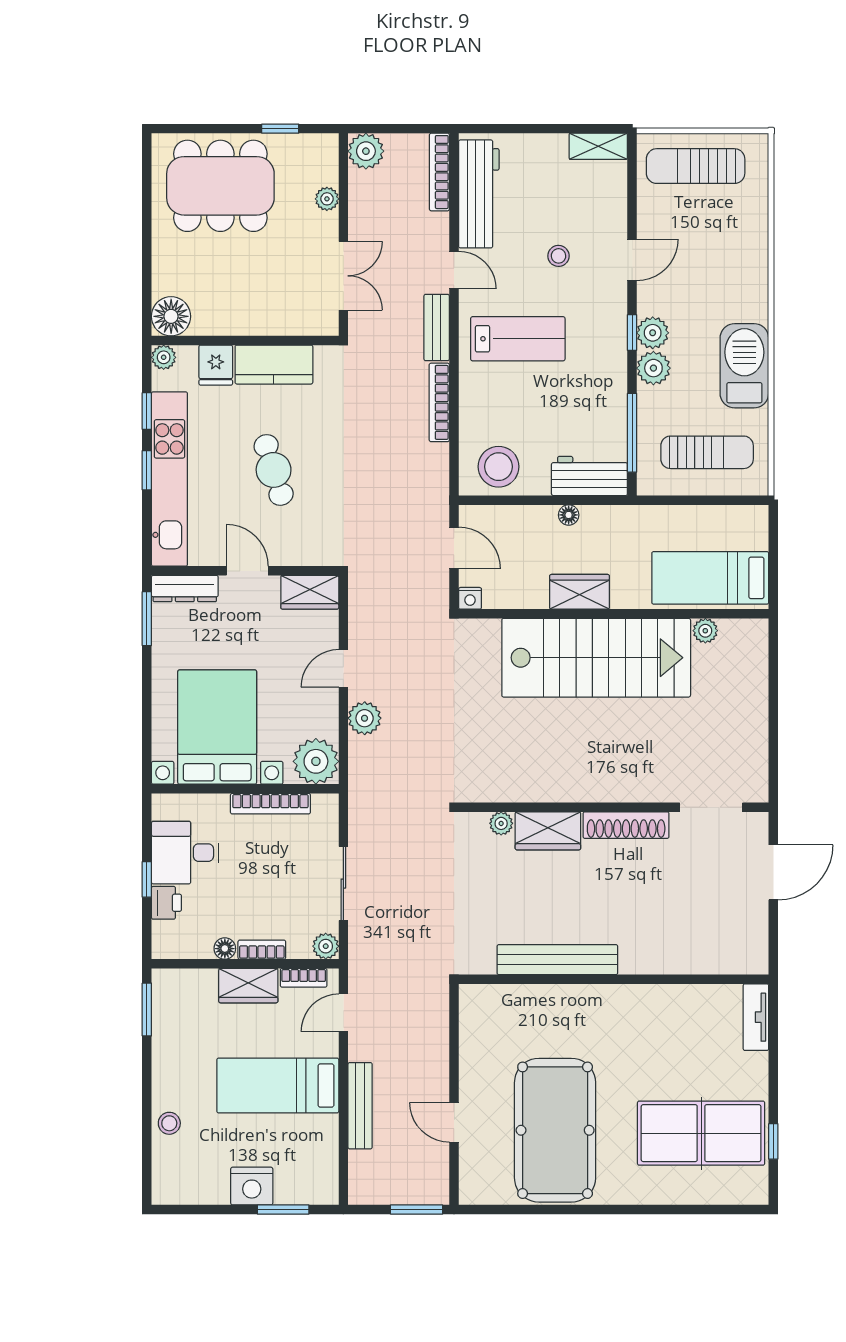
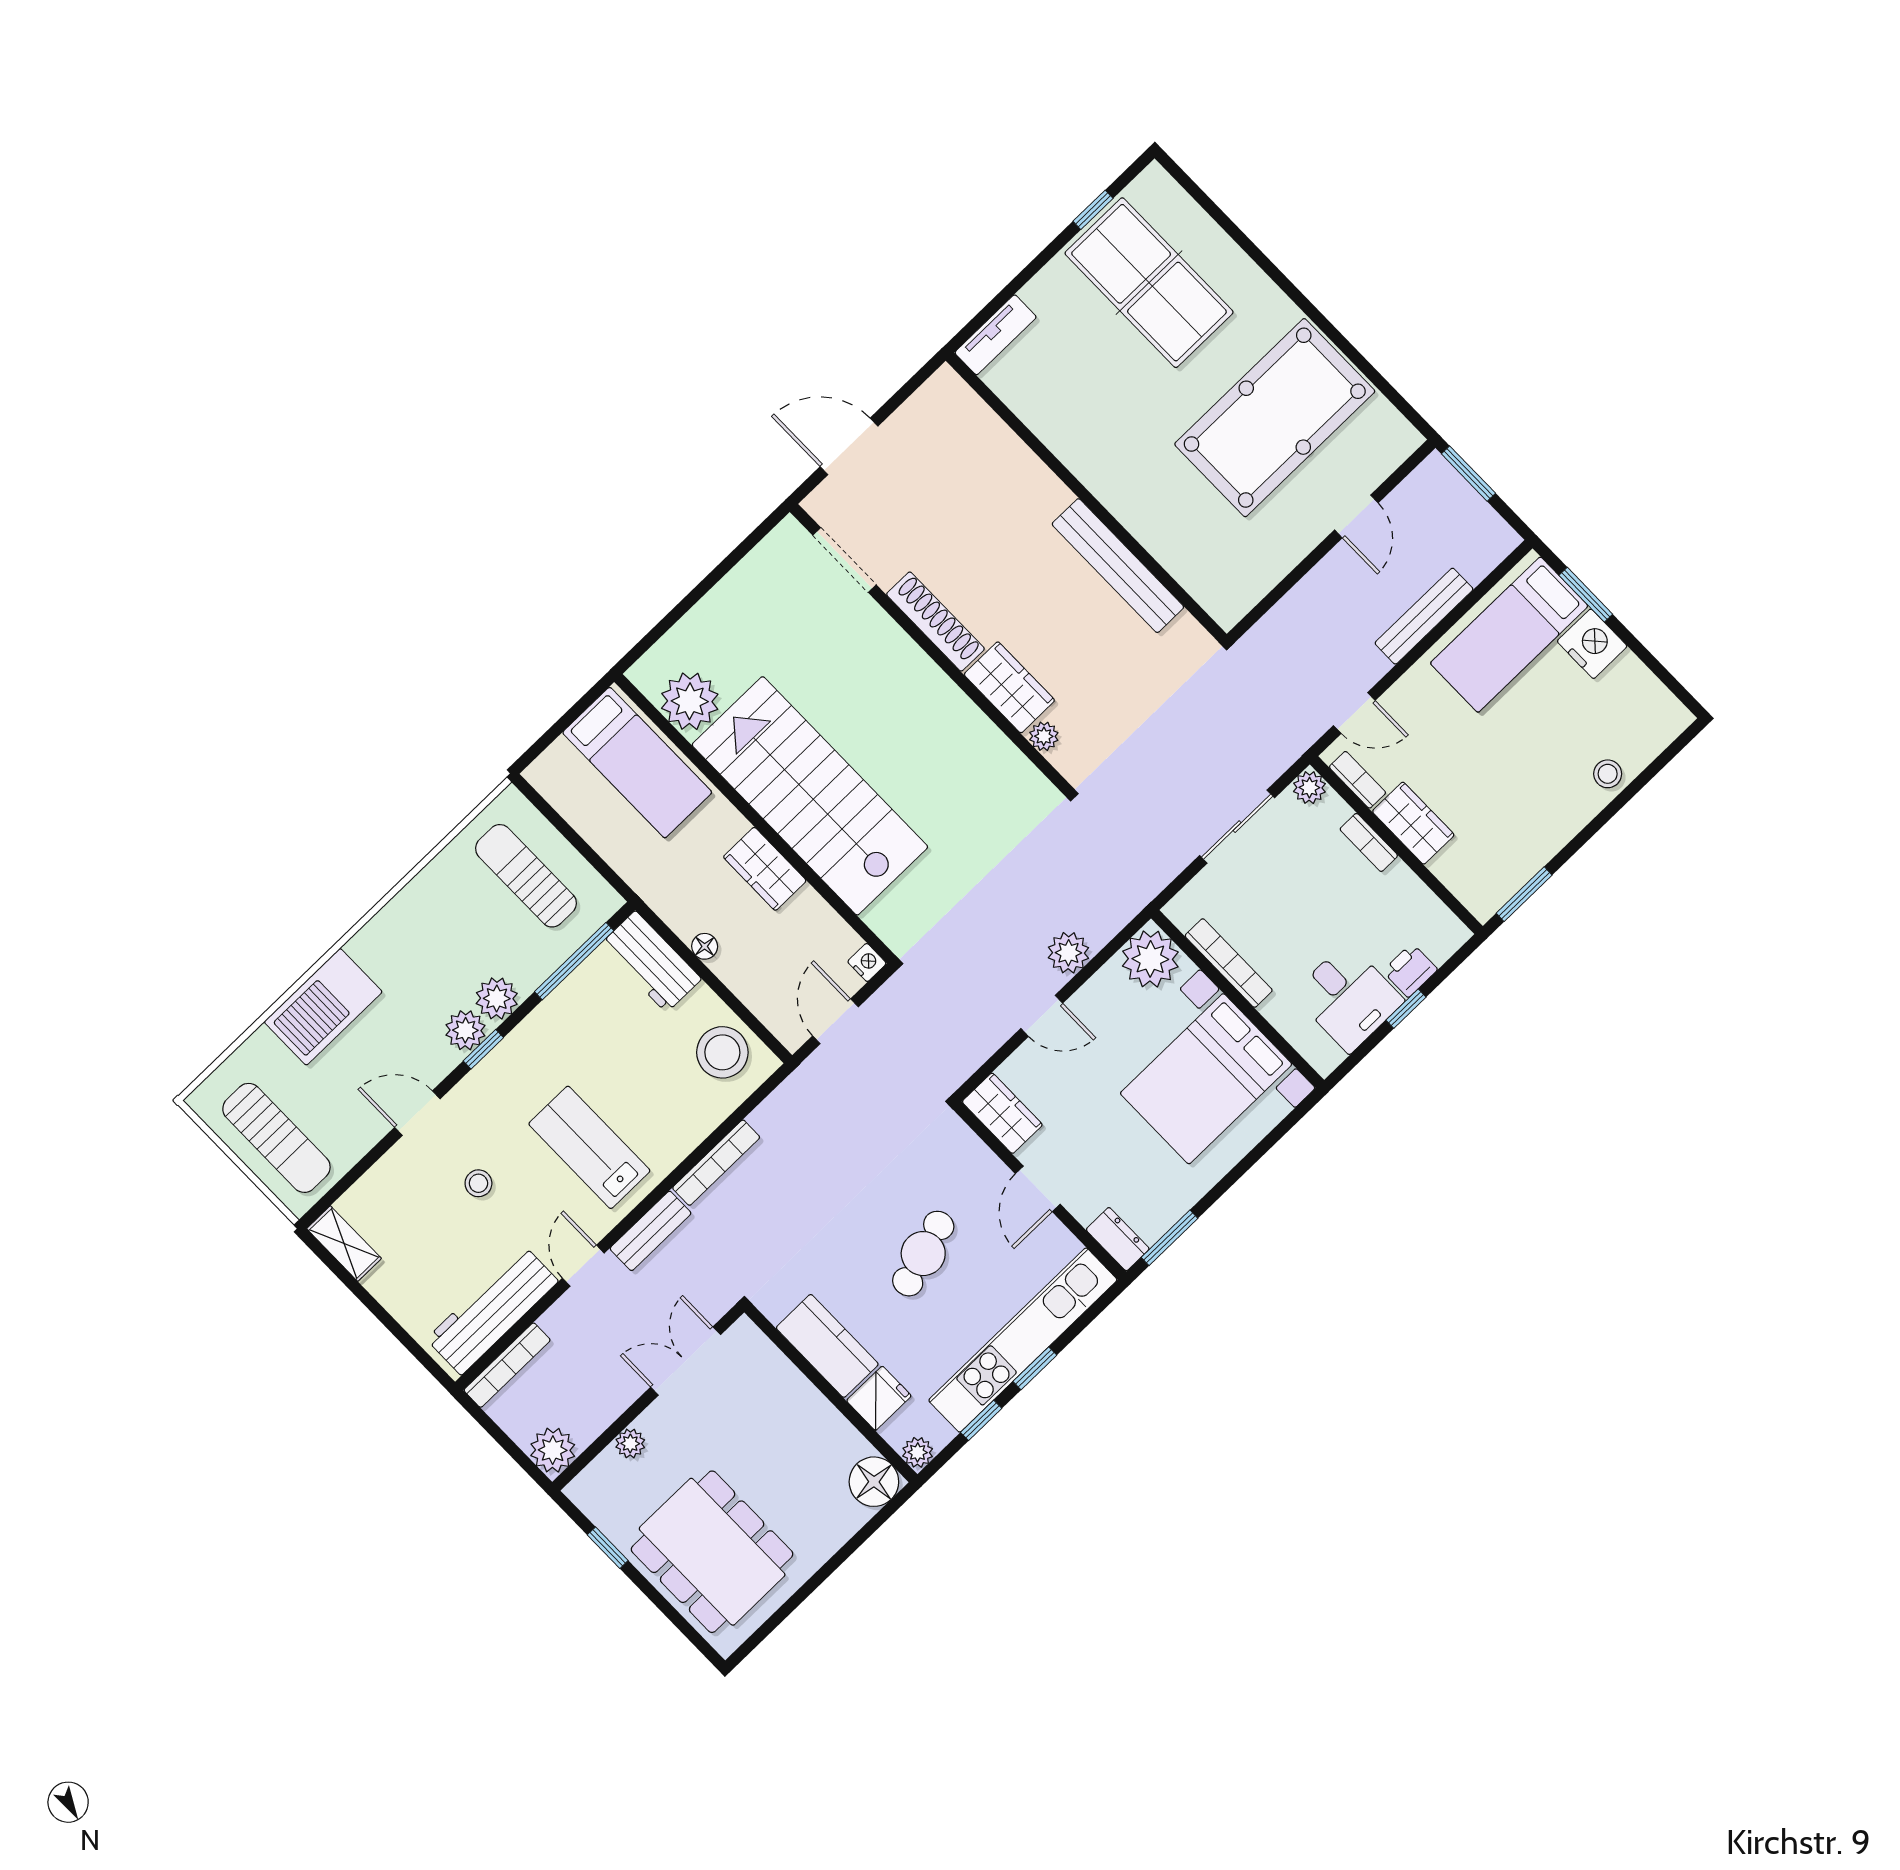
barbecue: (744, 366) -> (323, 1007), moved
dresser: (185, 588) -> (1118, 1239), width x0.70
plant: (705, 631) -> (690, 701), width x1.87, depth x1.87
floor lamp: (225, 949) -> (1400, 877), removed
bed: (278, 1085) -> (1509, 635), moved, turned 90

